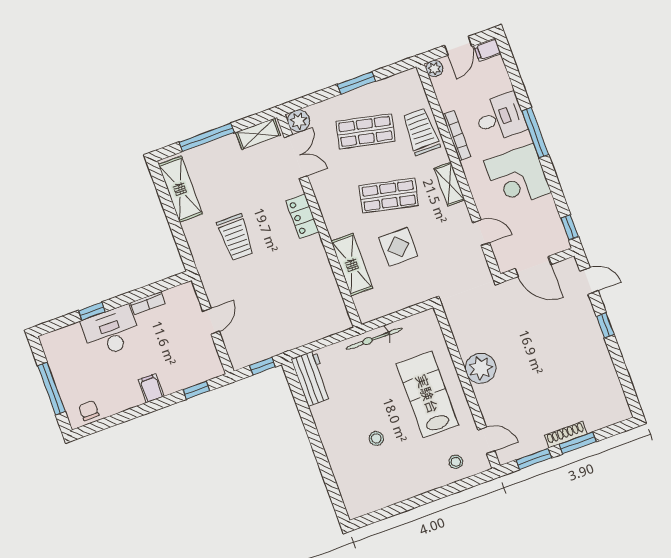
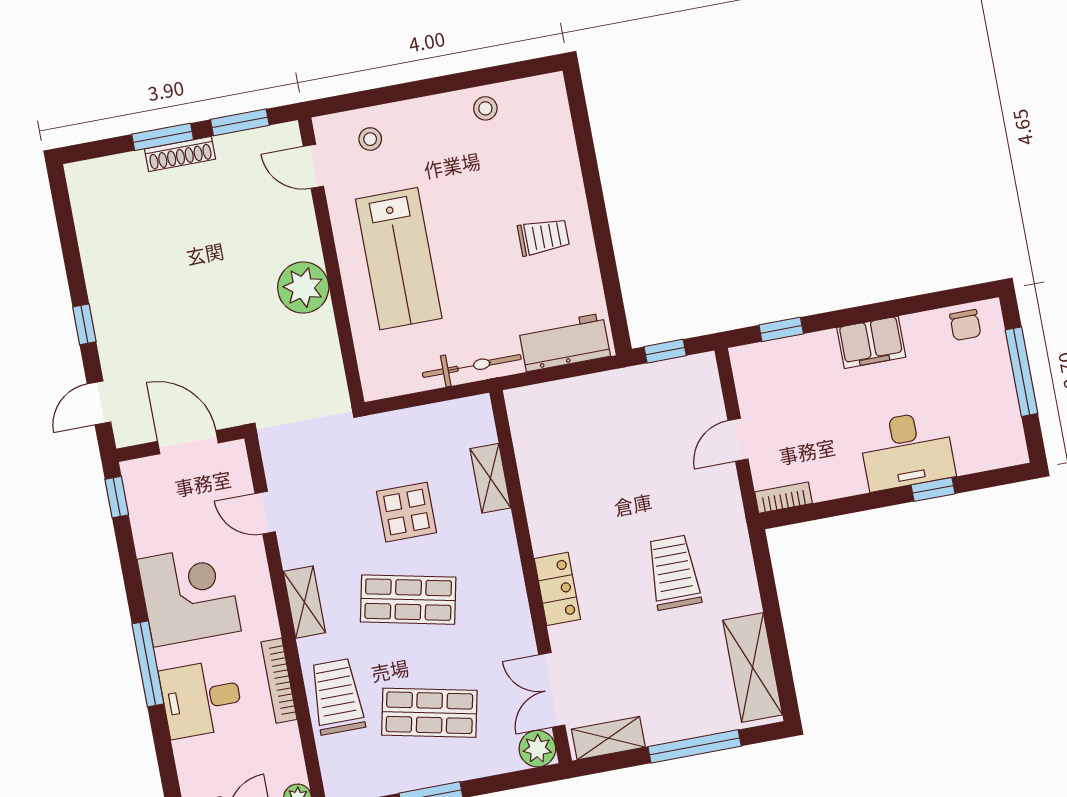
trolley: (421, 132) -> (337, 697), turned 180
shelving: (352, 265) -> (490, 478), width x0.67, depth x0.75
door: (589, 281) -> (99, 403), hinge flipped
bookcase: (148, 303) -> (783, 498), moved
workbench: (312, 378) -> (564, 342), moved, turned 90
filing cabinet: (151, 388) -> (871, 342), width x2.00
trolley: (345, 421) -> (543, 237), added
stool: (376, 438) -> (485, 108), moved

